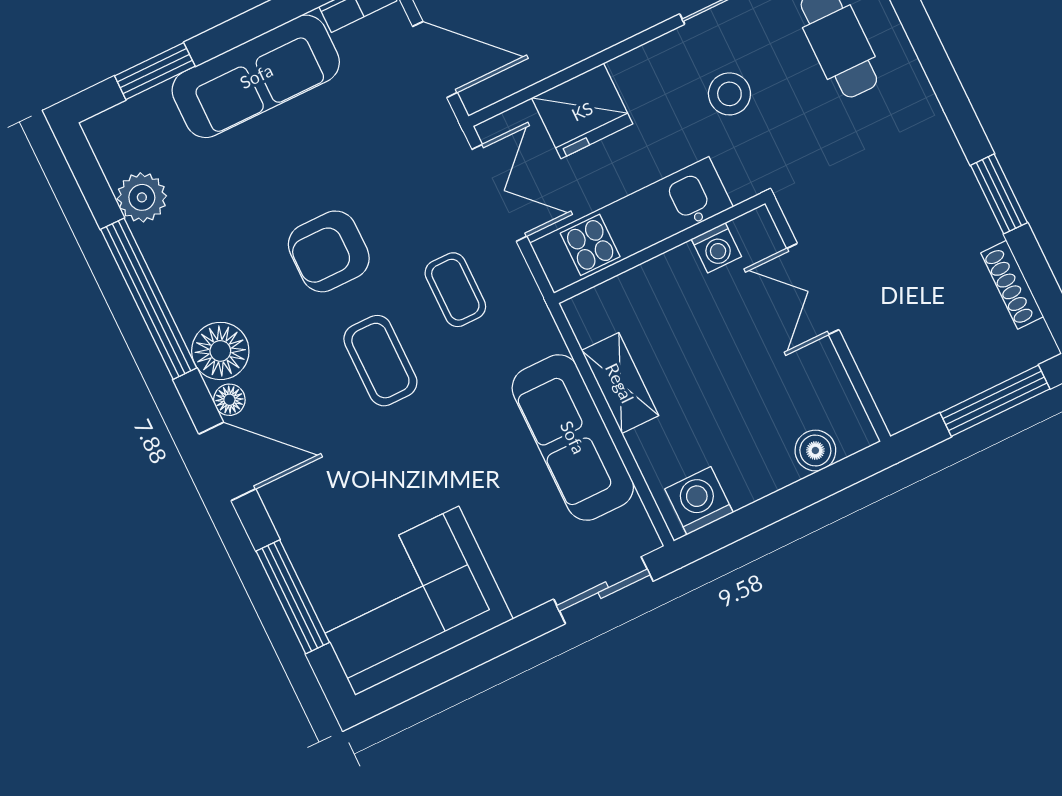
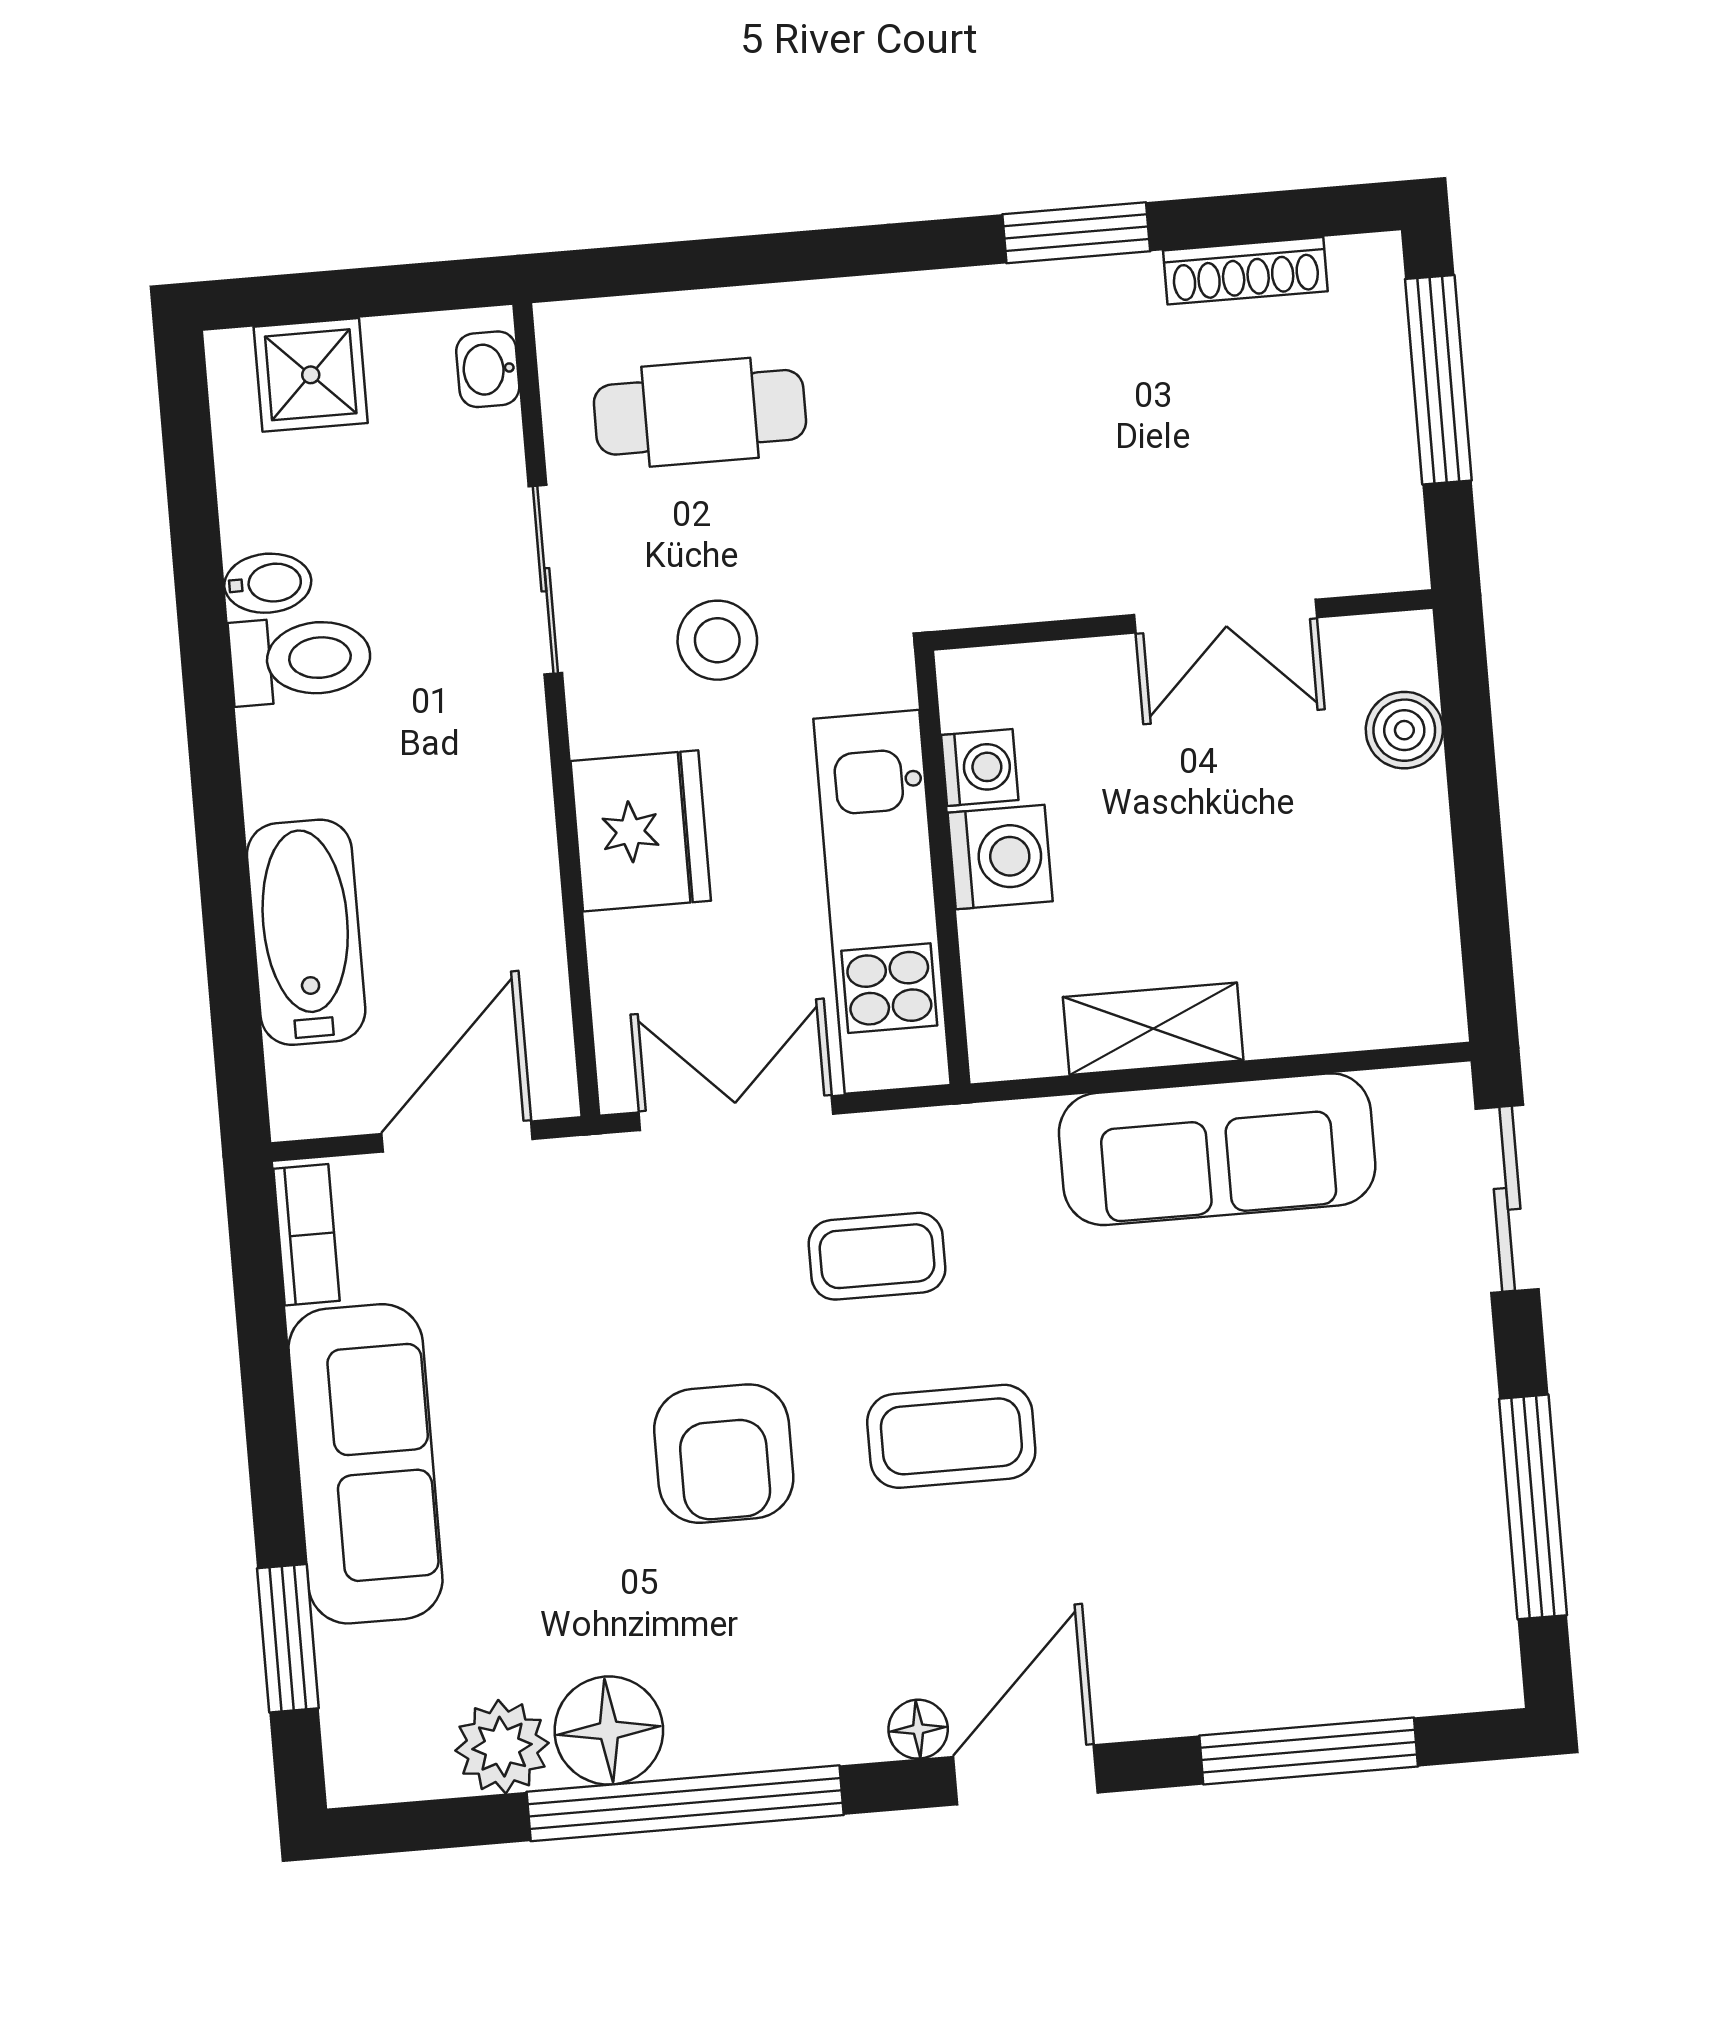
fridge: (582, 111) -> (641, 831), moved
double door: (813, 289) -> (1226, 616), moved
floor lamp: (220, 351) -> (609, 1730), moved
washing machine: (699, 501) -> (1000, 857), moved, turned 180
corner sofa: (407, 601) -> (1393, 1552), removed
window: (456, 661) -> (1533, 1507), added

